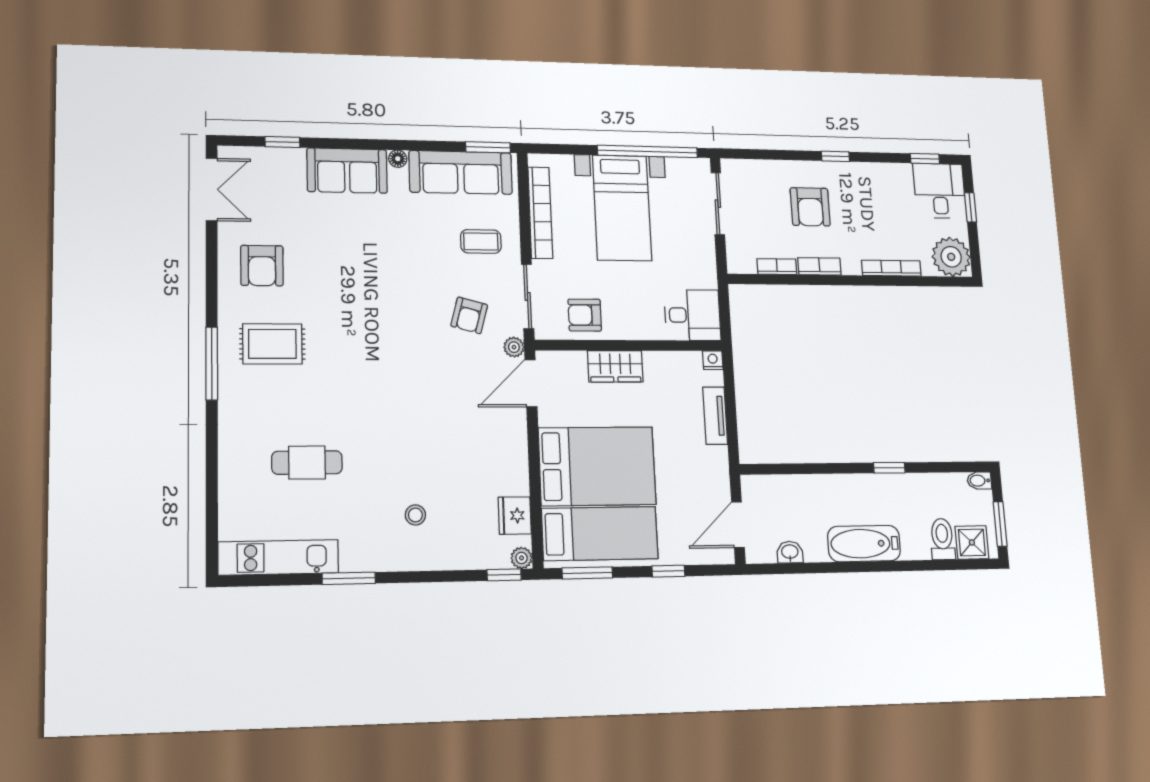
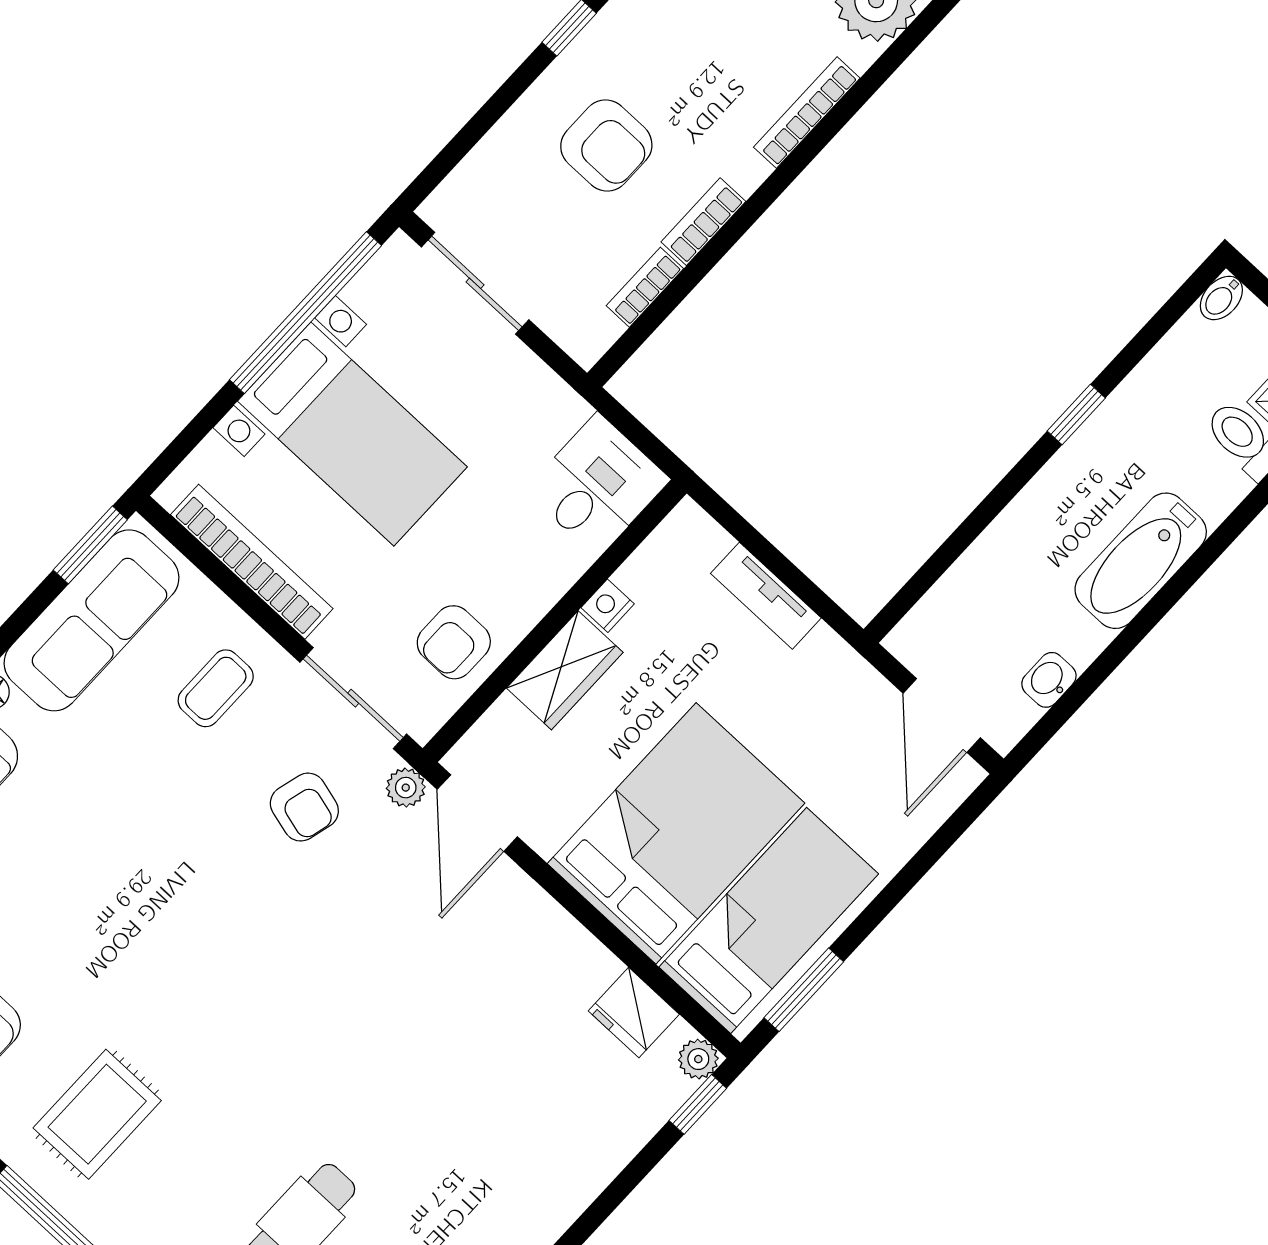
nightstand: (713, 360) -> (608, 606), moved
stool: (415, 515) -> (506, 1145), removed
window: (668, 571) -> (909, 877), removed

